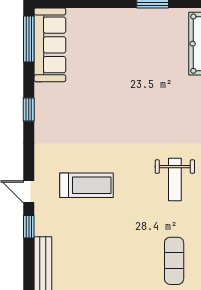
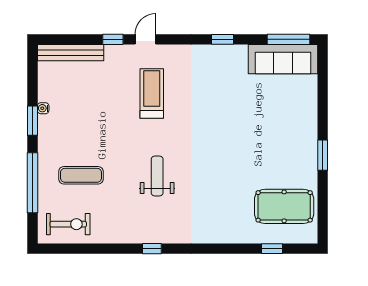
weight bench: (175, 179) -> (157, 176), turned 90
treadmill: (87, 185) -> (152, 93), turned 180

